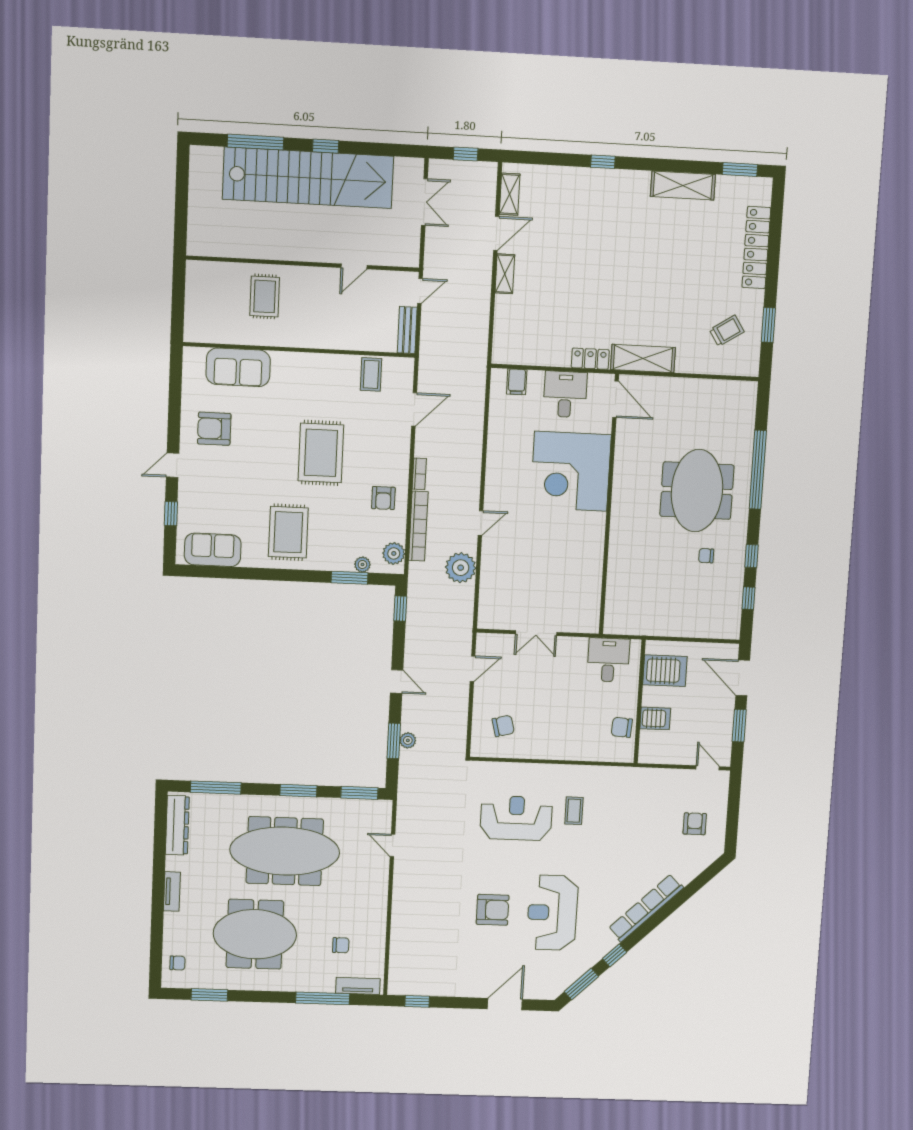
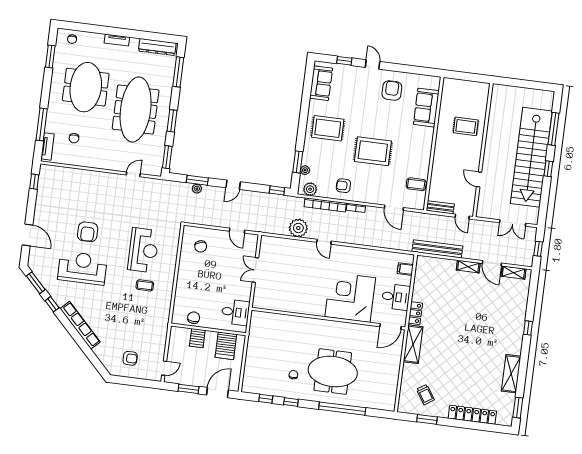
bench: (478, 329) -> (437, 249), added

